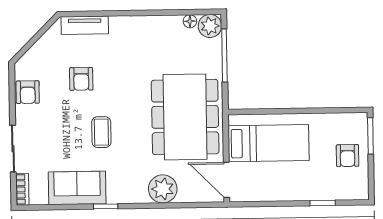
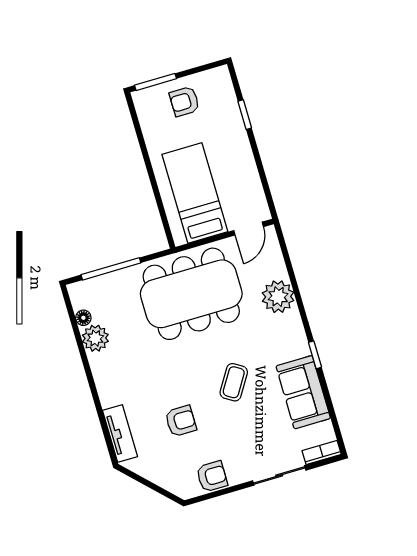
plant: (210, 26) -> (95, 338), moved
coffee table: (101, 132) -> (234, 382), turned -58
armchair: (348, 156) -> (184, 101), turned 180
door: (226, 180) -> (249, 229), width x0.73

